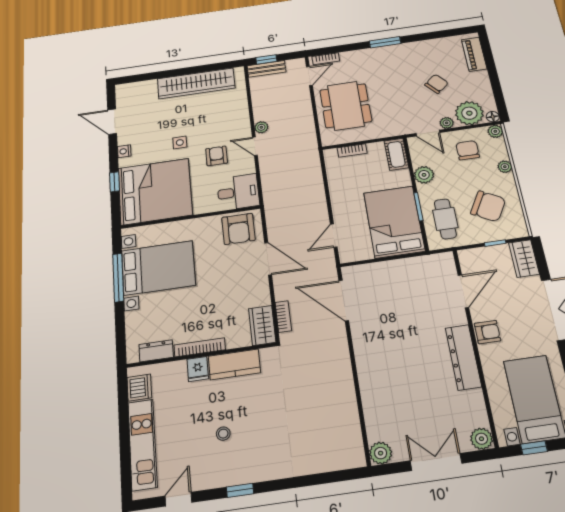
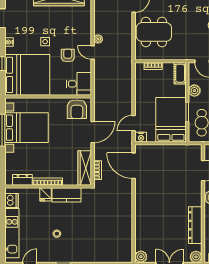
dining table: (346, 106) -> (154, 32), turned 90
nightstand: (349, 255) -> (141, 137), added
door: (268, 259) -> (93, 132), hinge flipped
wardrobe: (262, 325) -> (85, 168), width x1.50
dresser: (463, 357) -> (195, 225), moved

